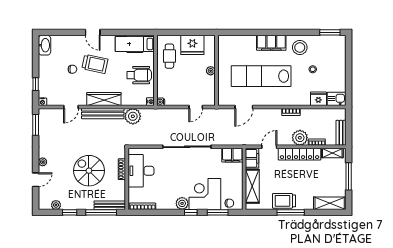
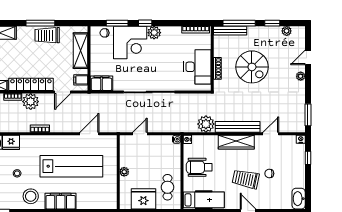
filing cabinet: (252, 158) -> (81, 80), width x0.50
trolley: (284, 201) -> (47, 35), turned 180

